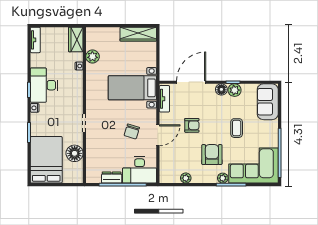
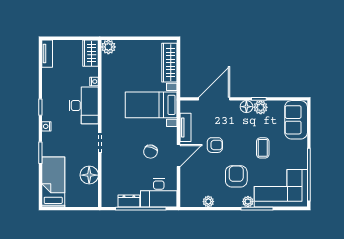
wardrobe: (138, 34) -> (169, 63), moved, turned 90
plant: (92, 57) -> (108, 47), moved
desk: (44, 85) -> (84, 105), moved, turned 180
tv unit: (164, 99) -> (185, 127), moved
bed: (46, 160) -> (53, 182), width x0.67

